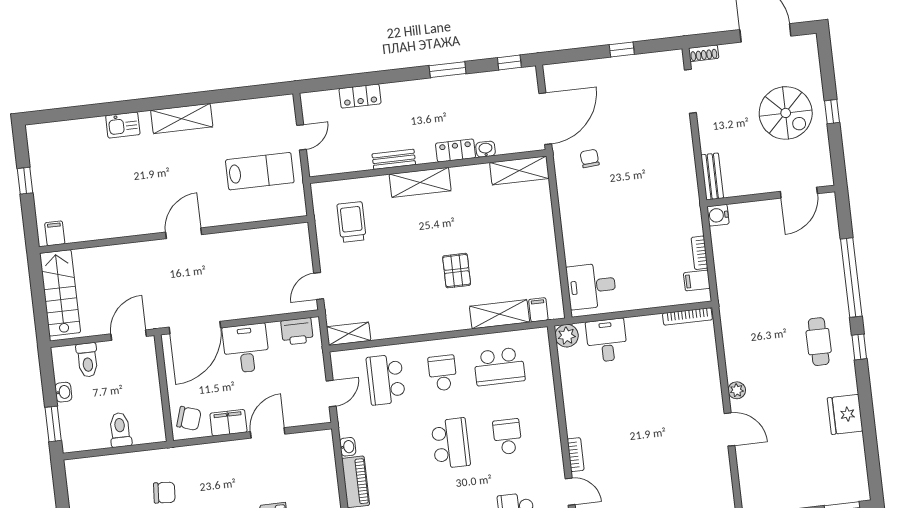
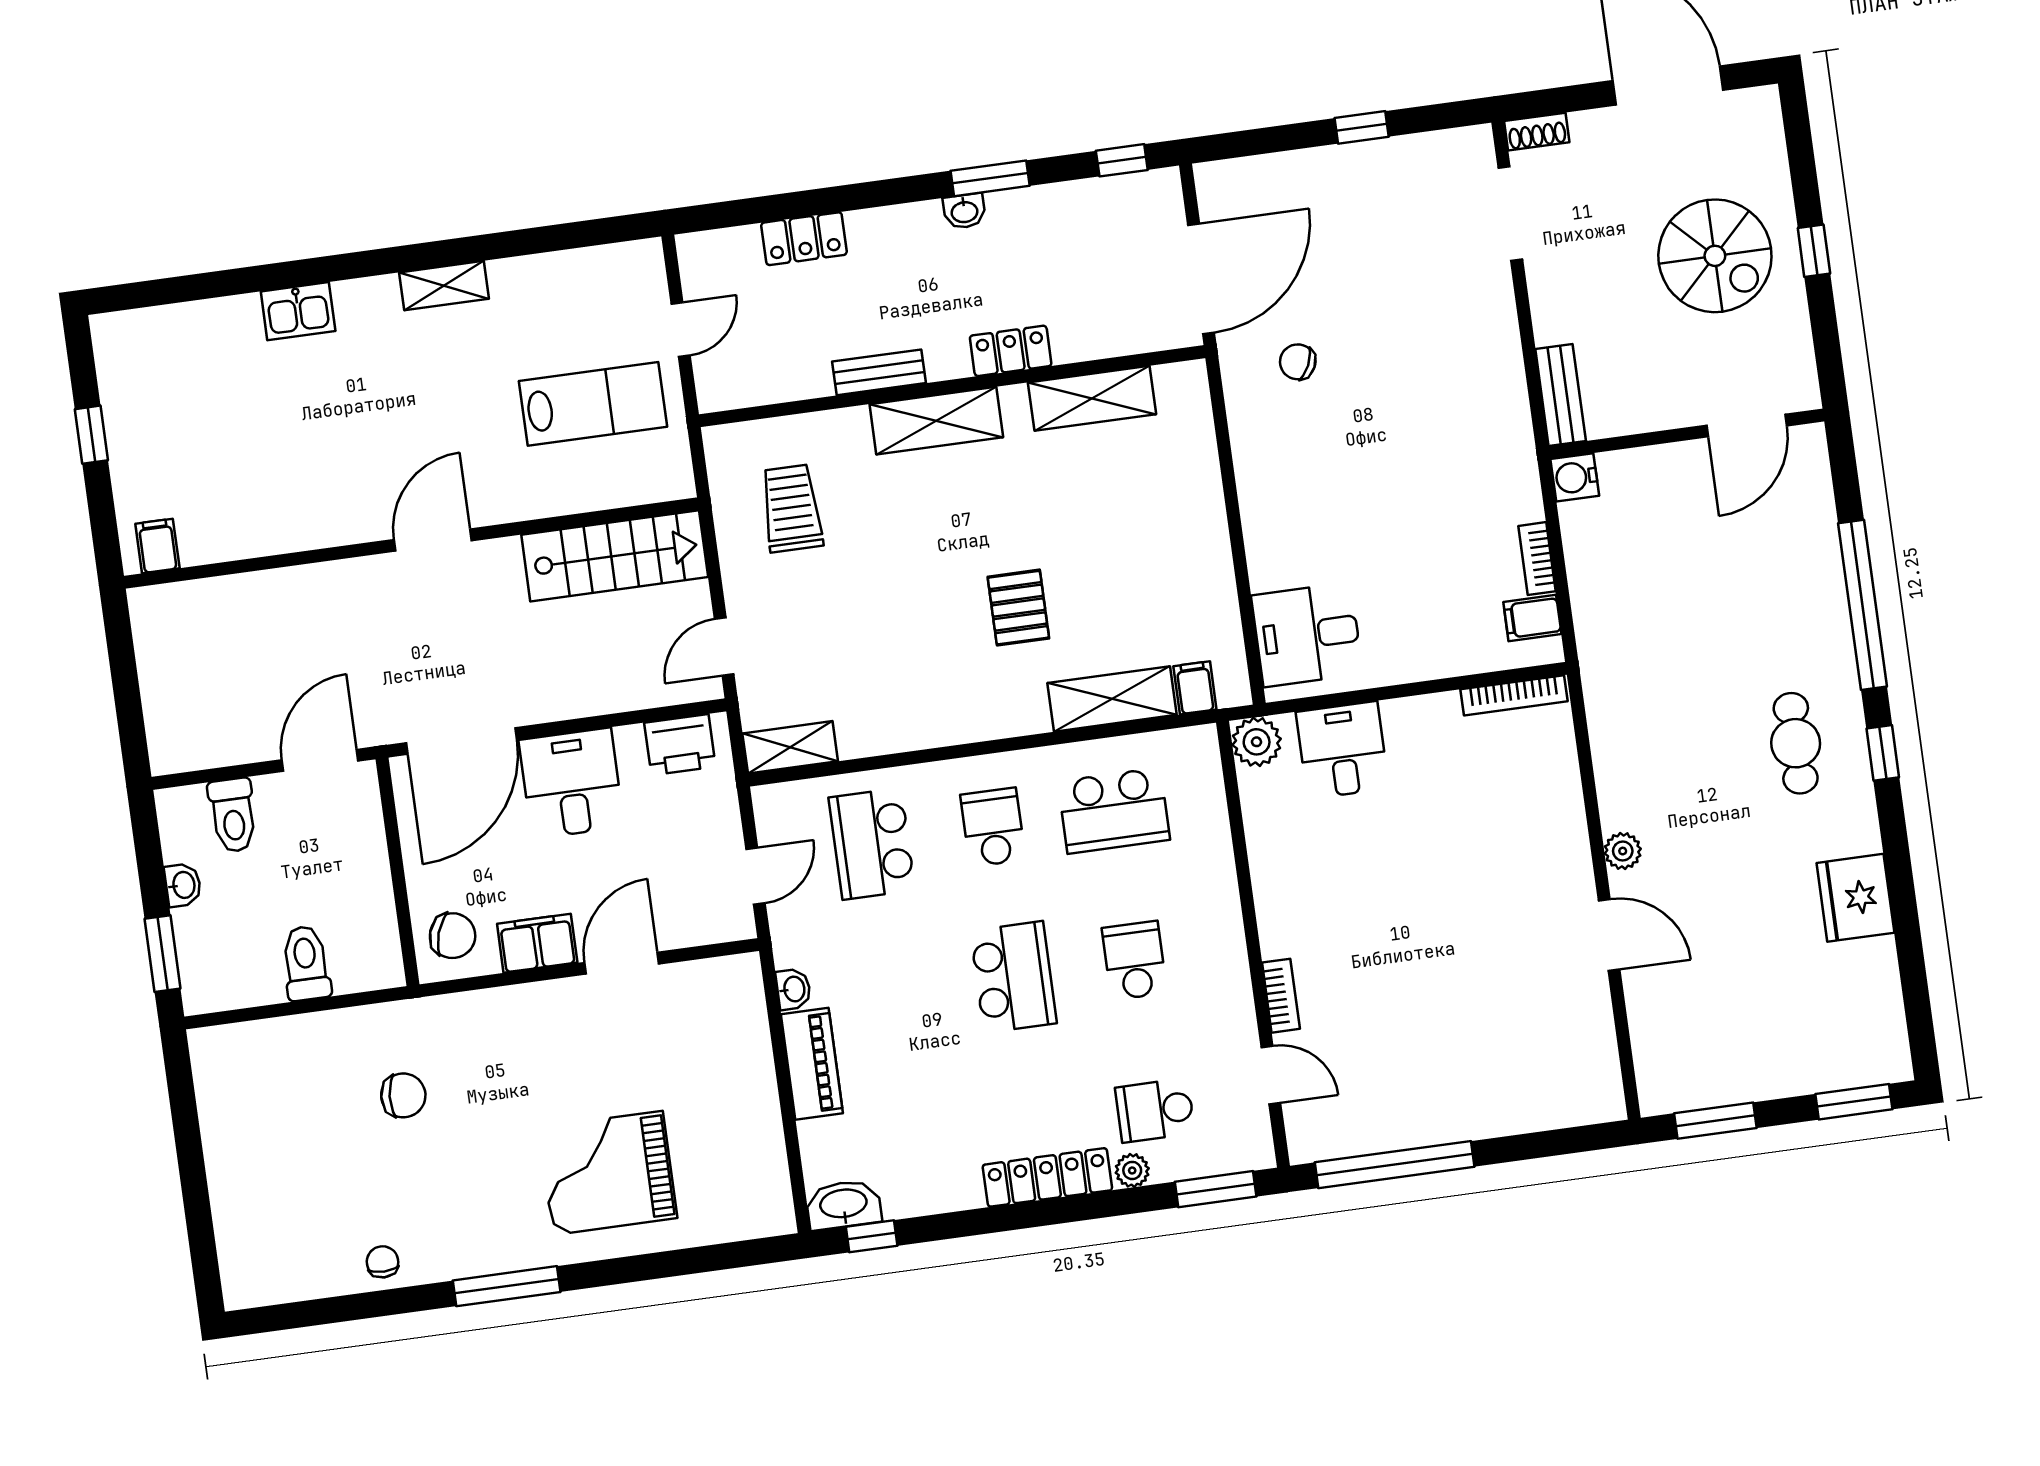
shelving: (182, 119) -> (444, 286), width x0.67, depth x0.75
washbasin: (486, 149) -> (964, 211), moved, turned 180
chair: (590, 158) -> (1298, 362), turned -60
shelving: (519, 170) -> (1092, 398), moved
stairs: (60, 293) -> (615, 556), moved, turned 90

